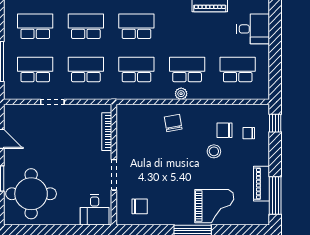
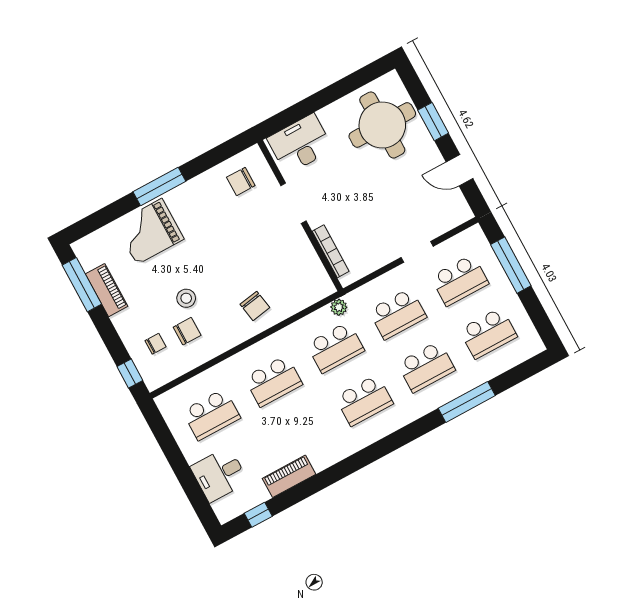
plant: (181, 94) -> (339, 307), moved
desk: (95, 210) -> (300, 144), width x1.37

